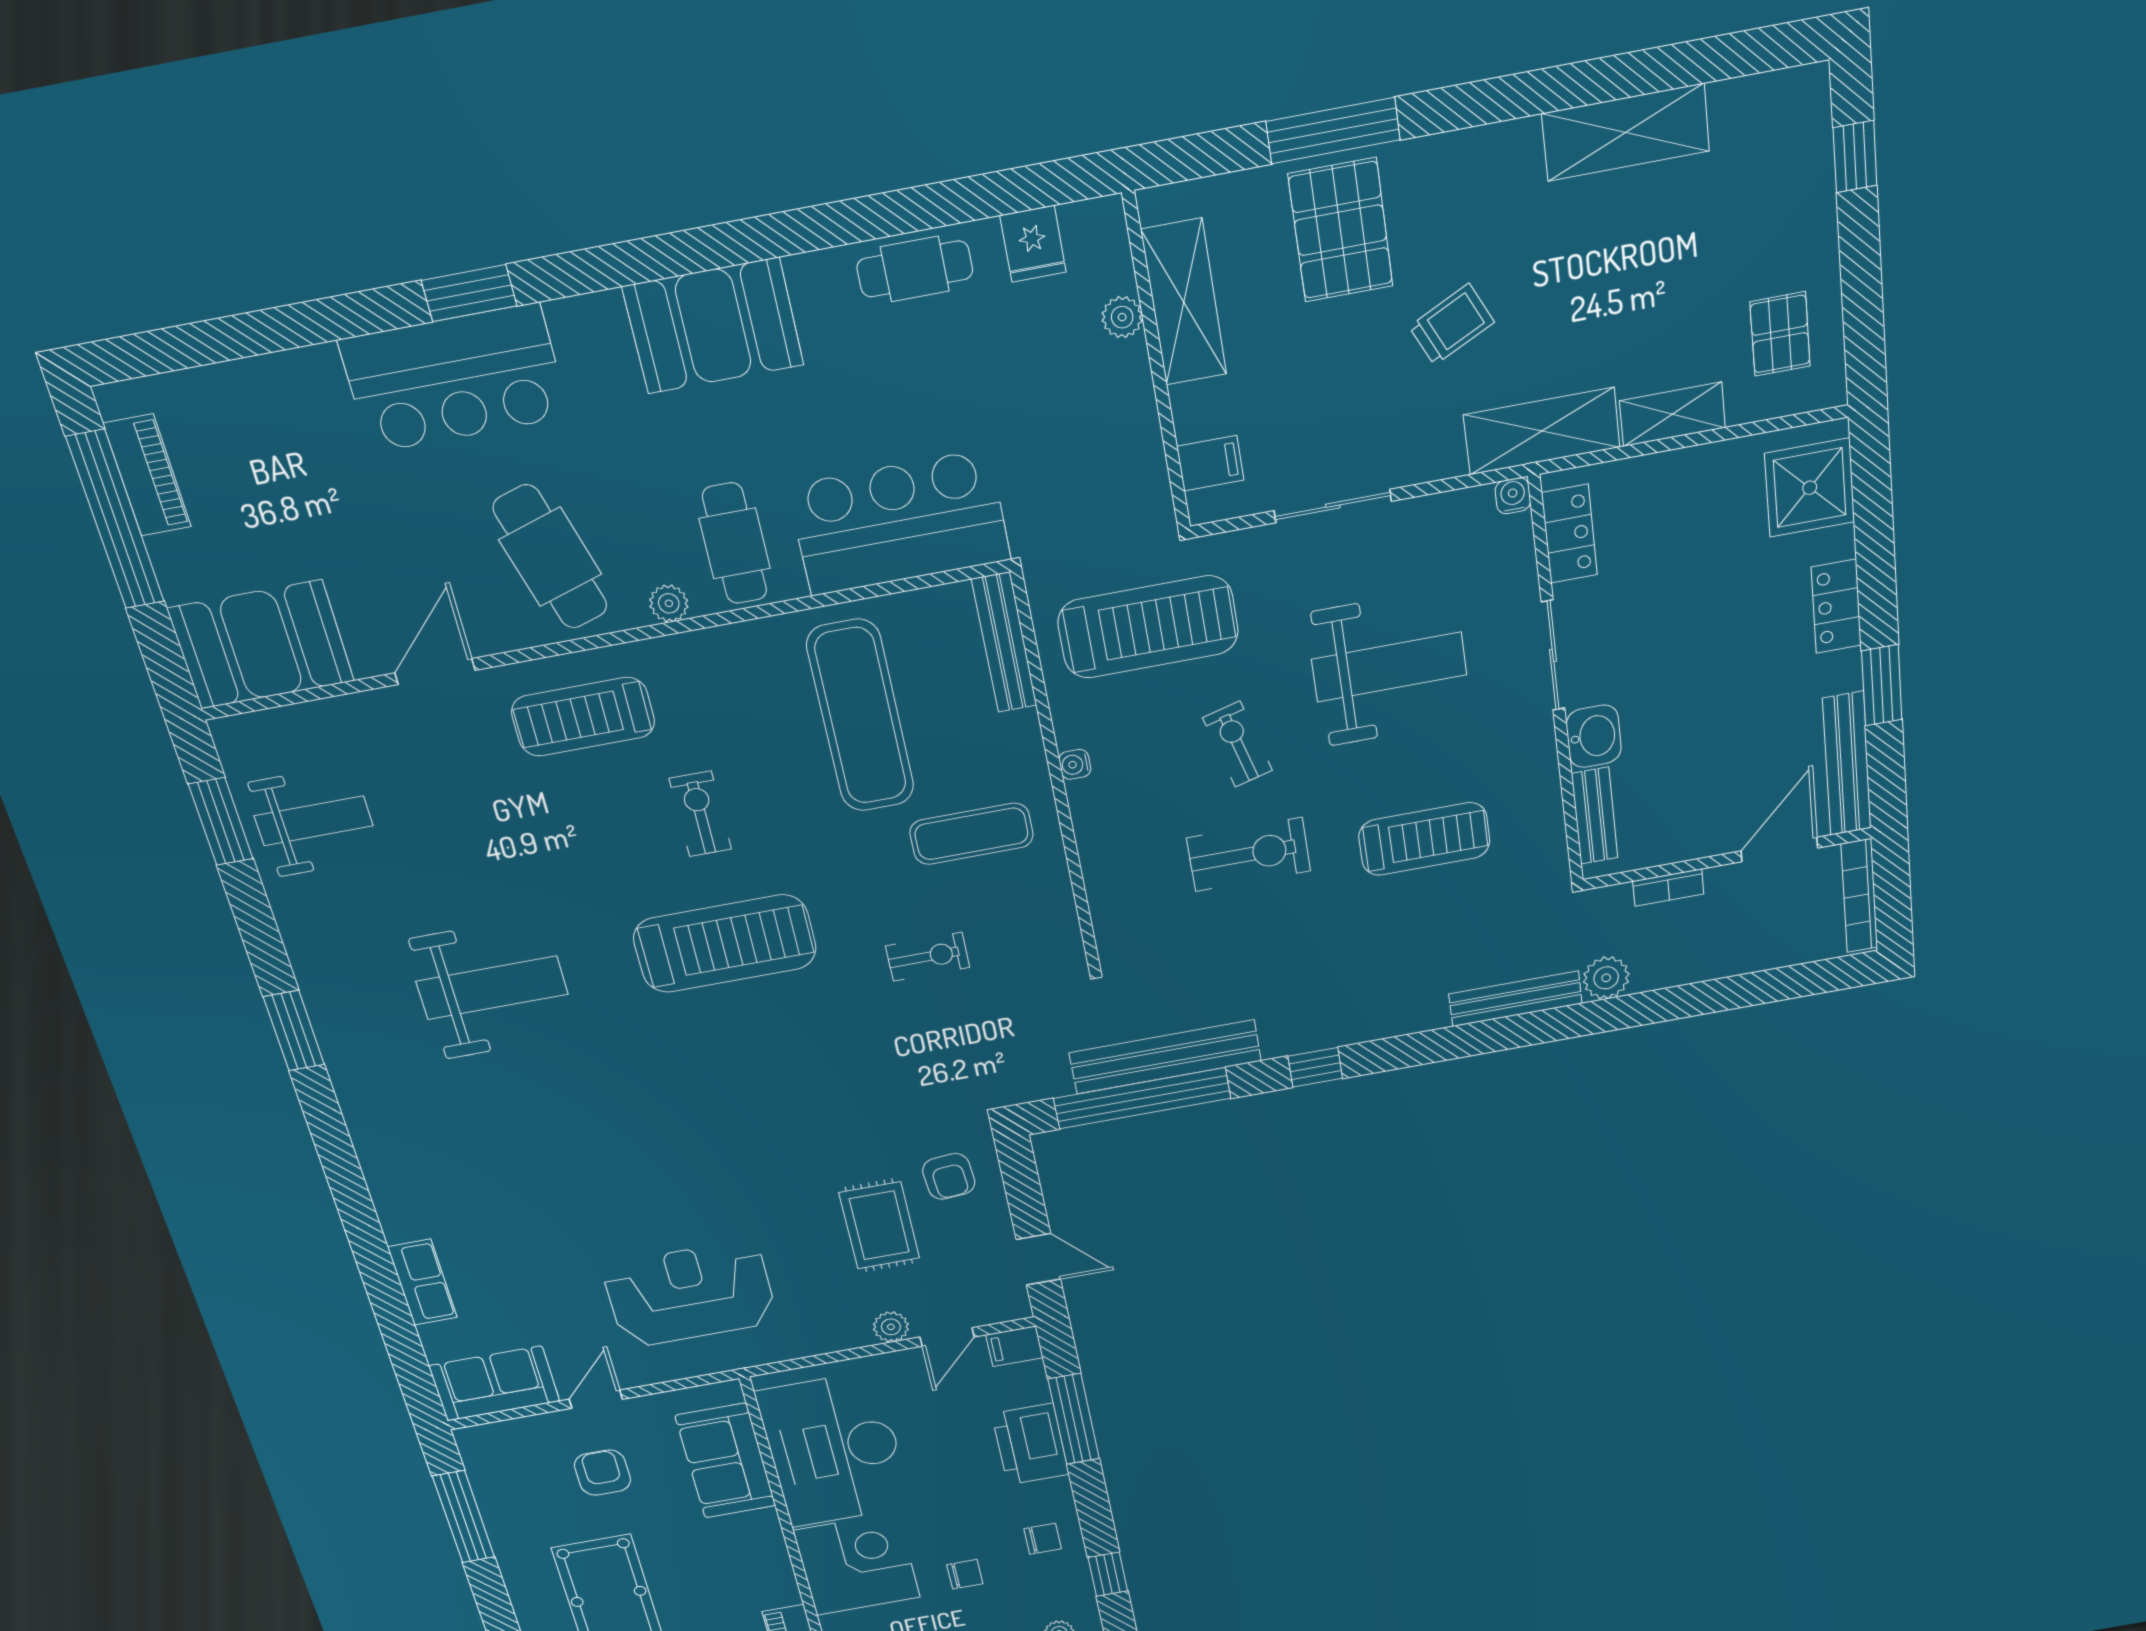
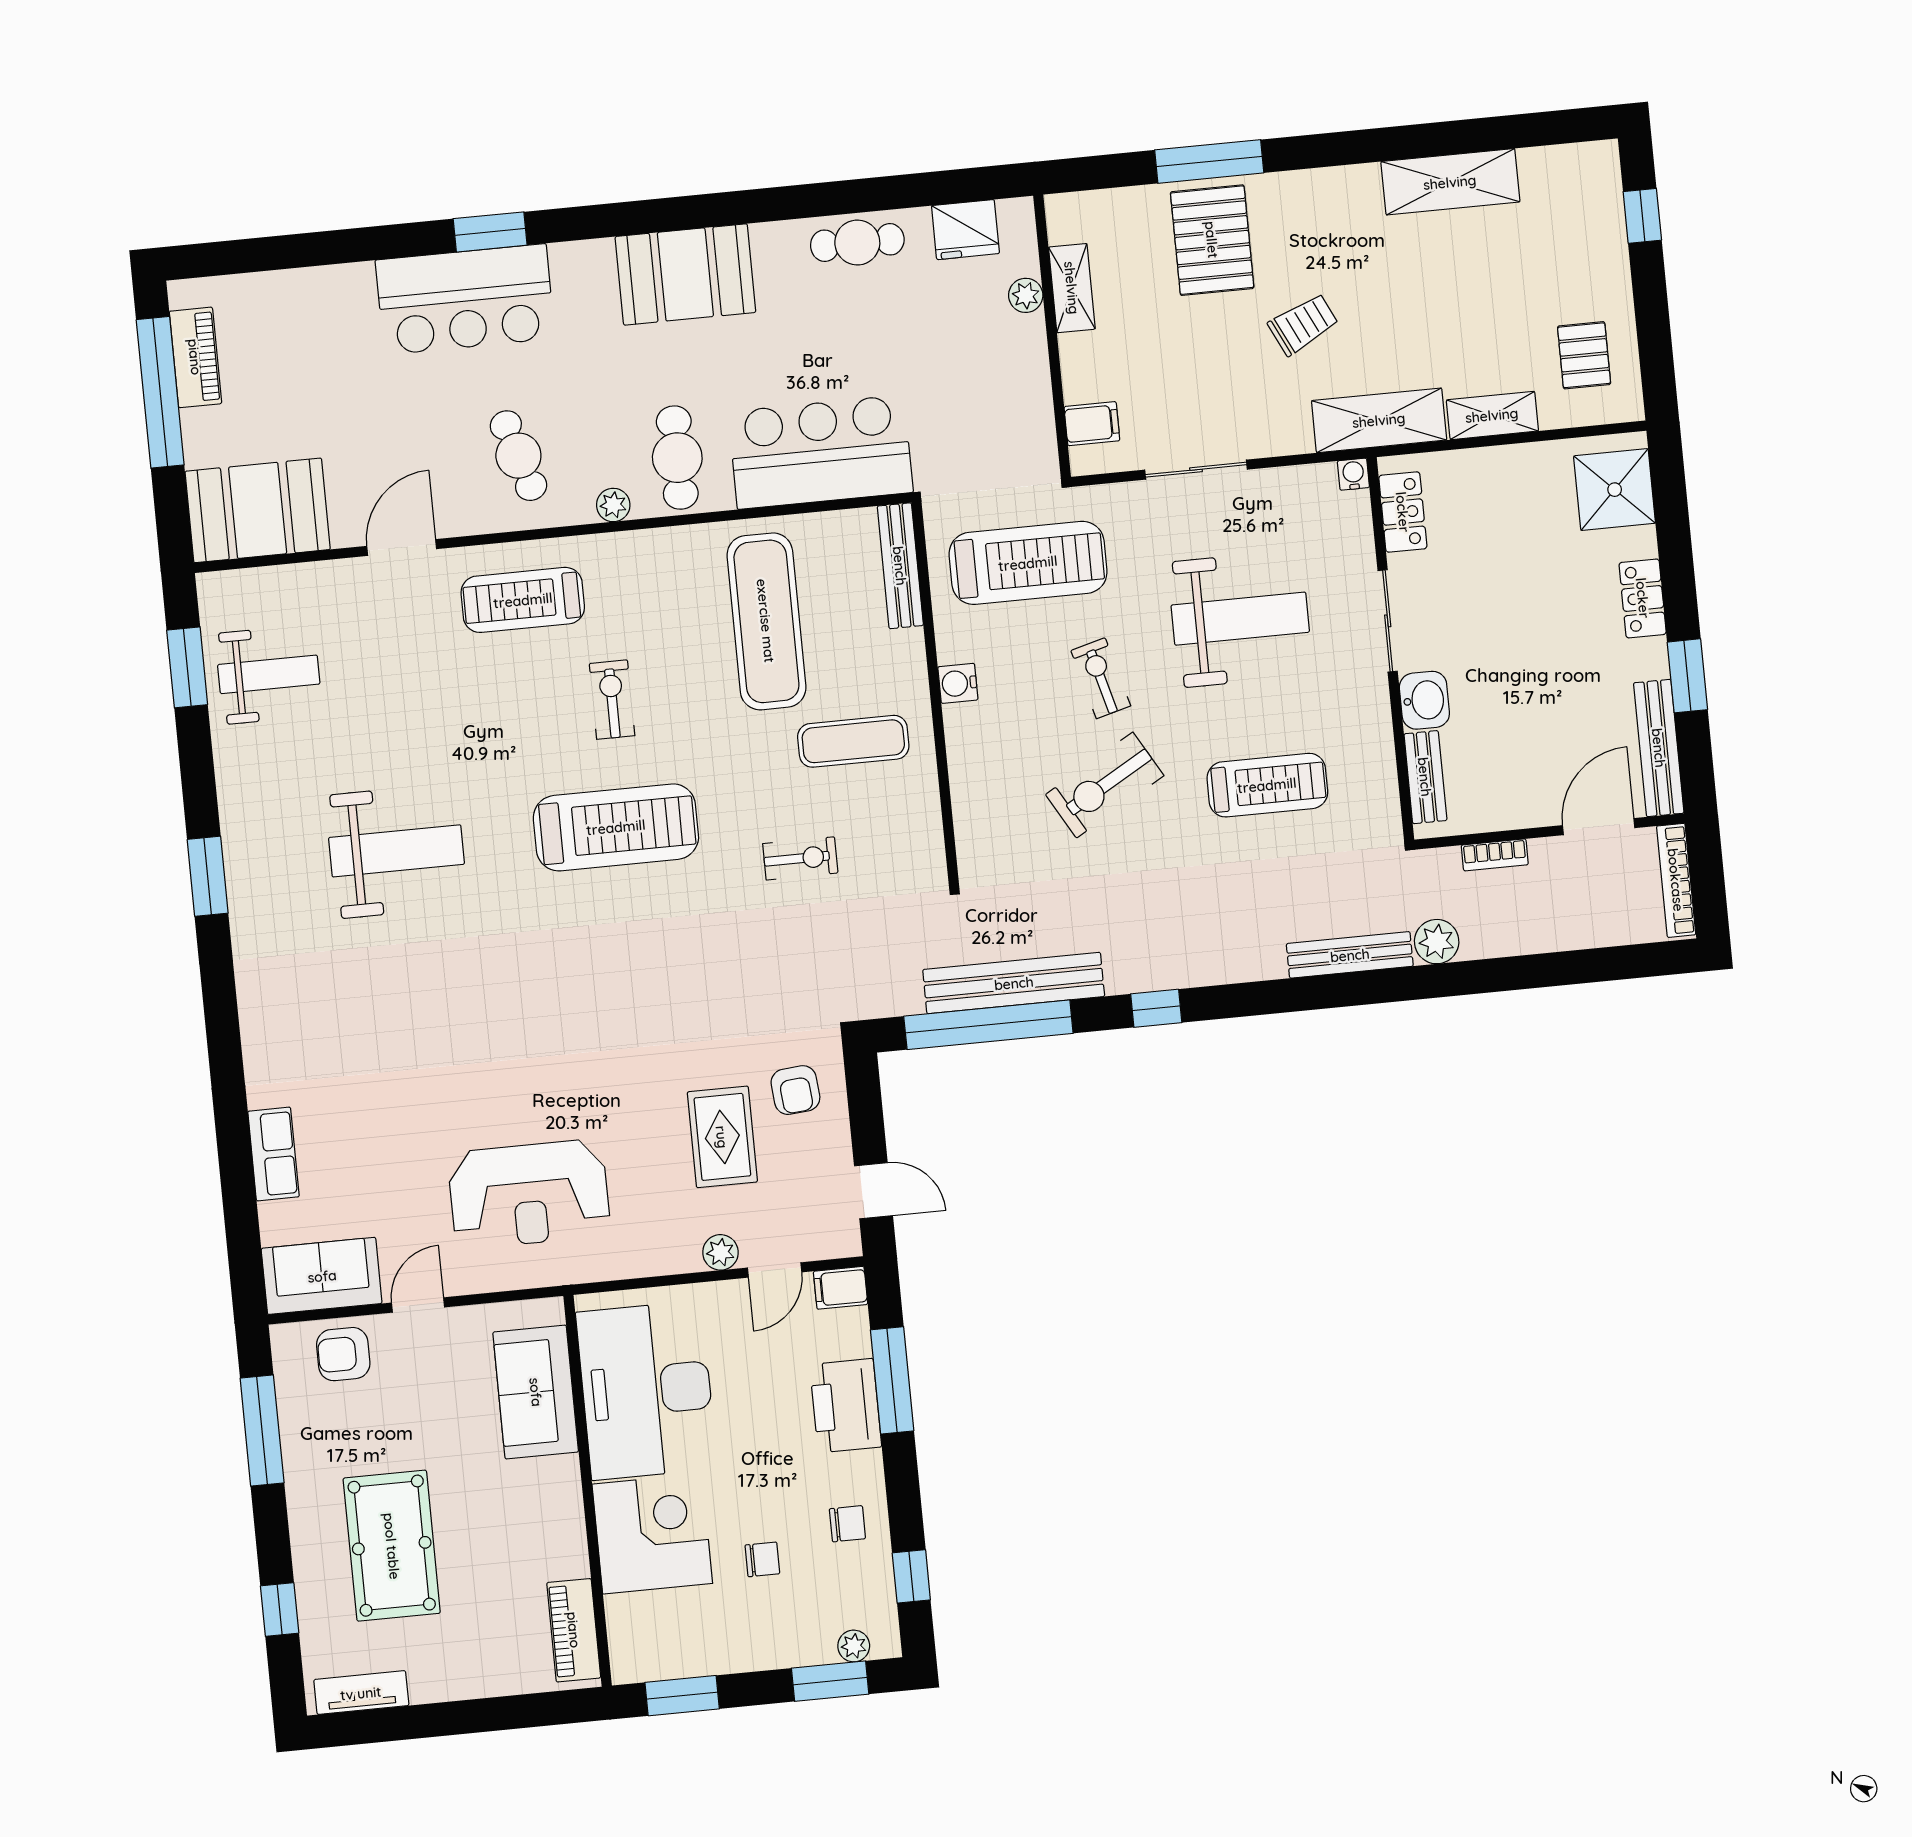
fridge: (1033, 244) -> (965, 230), width x1.38
shelving: (1184, 302) -> (1072, 288), width x0.67, depth x0.75
cafe table: (550, 557) -> (518, 456), width x0.73, depth x0.74
water cooler: (1075, 764) -> (958, 683), width x1.38, depth x1.38
exercise bike: (1249, 854) -> (1105, 785), turned 150
reception desk: (690, 1294) -> (529, 1194), turned 180
armchair: (602, 1473) -> (343, 1354), moved, turned -90

